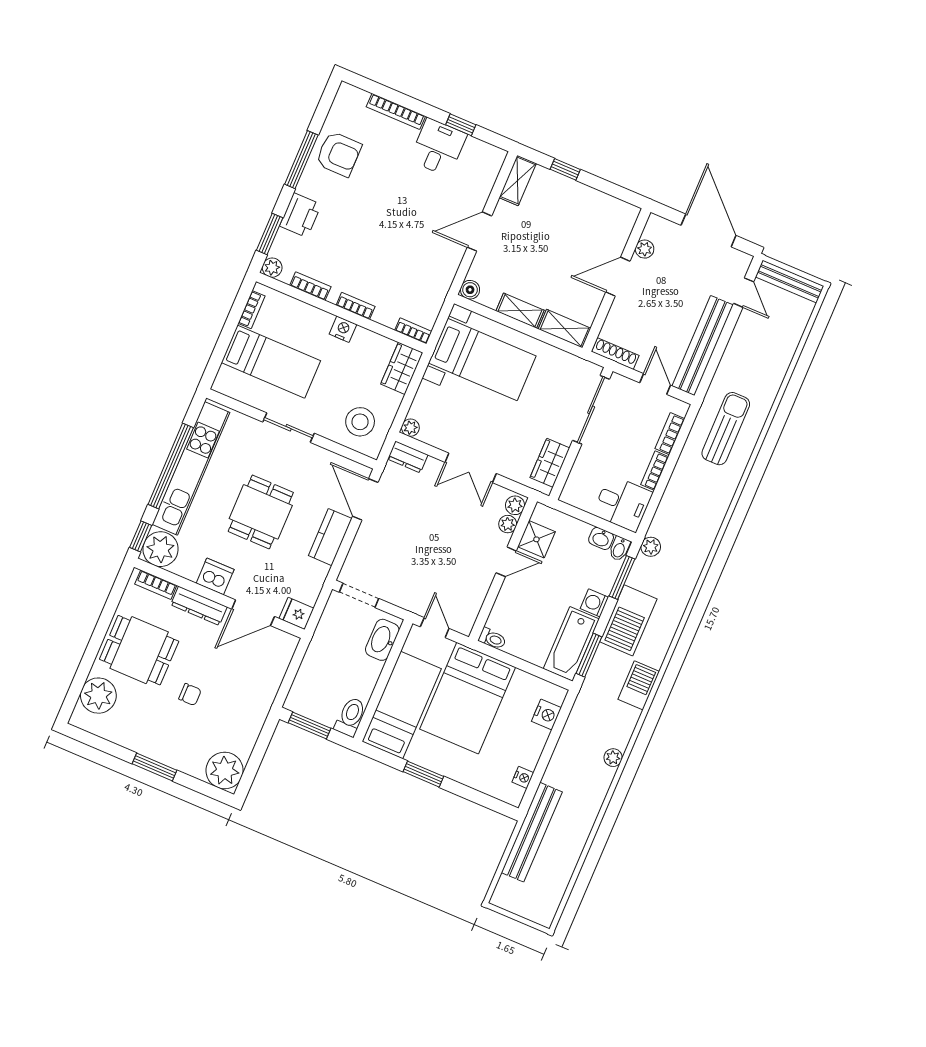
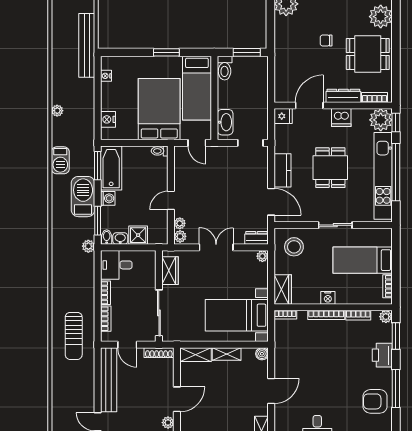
bookcase: (356, 306) -> (326, 315), width x1.56
shower: (536, 539) -> (138, 235), moved

